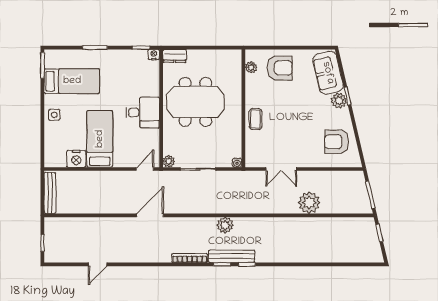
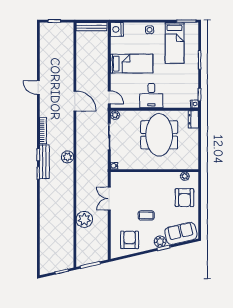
coffee table: (256, 119) -> (146, 215), moved
nightstand: (76, 159) -> (117, 29), moved
door: (98, 264) -> (38, 88), moved

